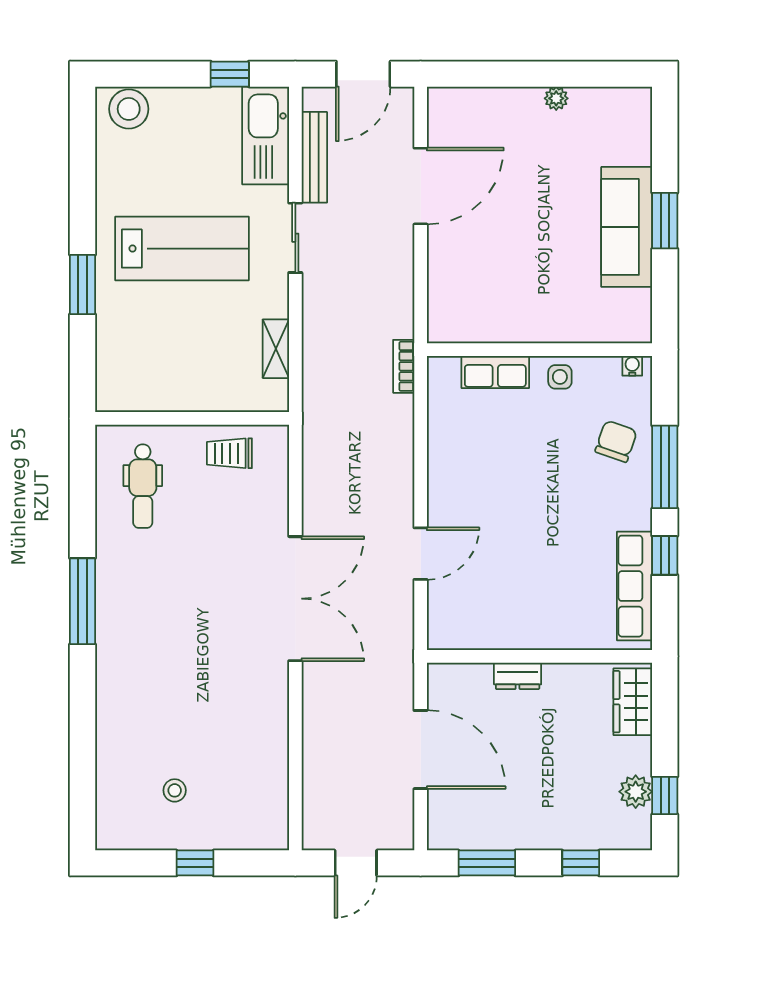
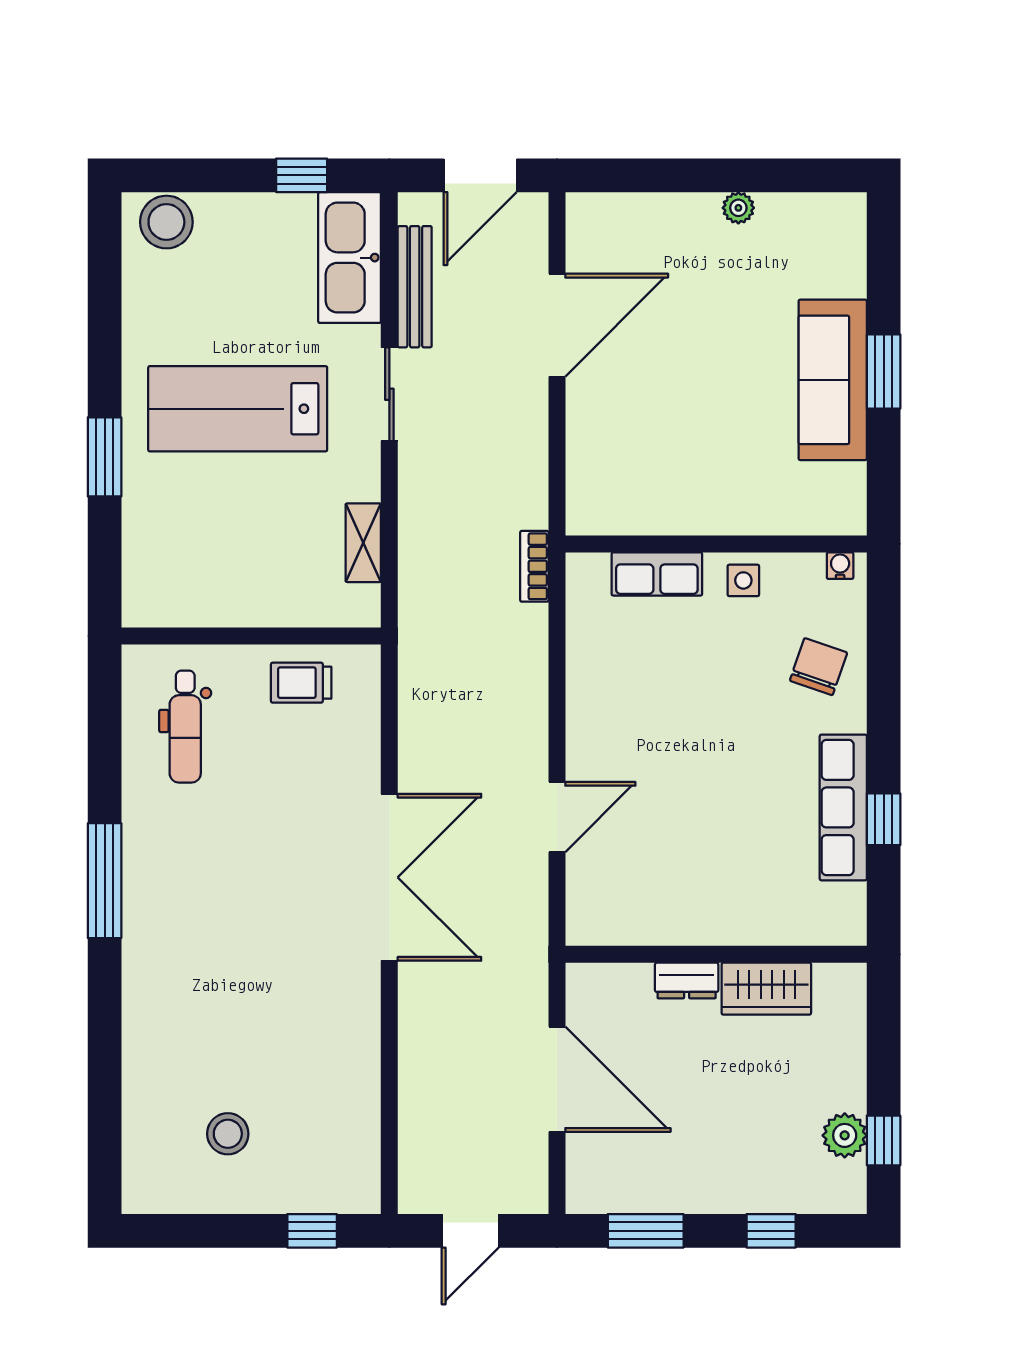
lab bench: (182, 249) -> (238, 409), turned 180
window: (665, 467) -> (884, 701), removed
row of seats: (635, 586) -> (843, 807), moved
wardrobe: (633, 702) -> (766, 989), moved, turned -90
stool: (175, 790) -> (228, 1134), width x1.37, depth x1.37
window: (195, 863) -> (312, 1231), moved

